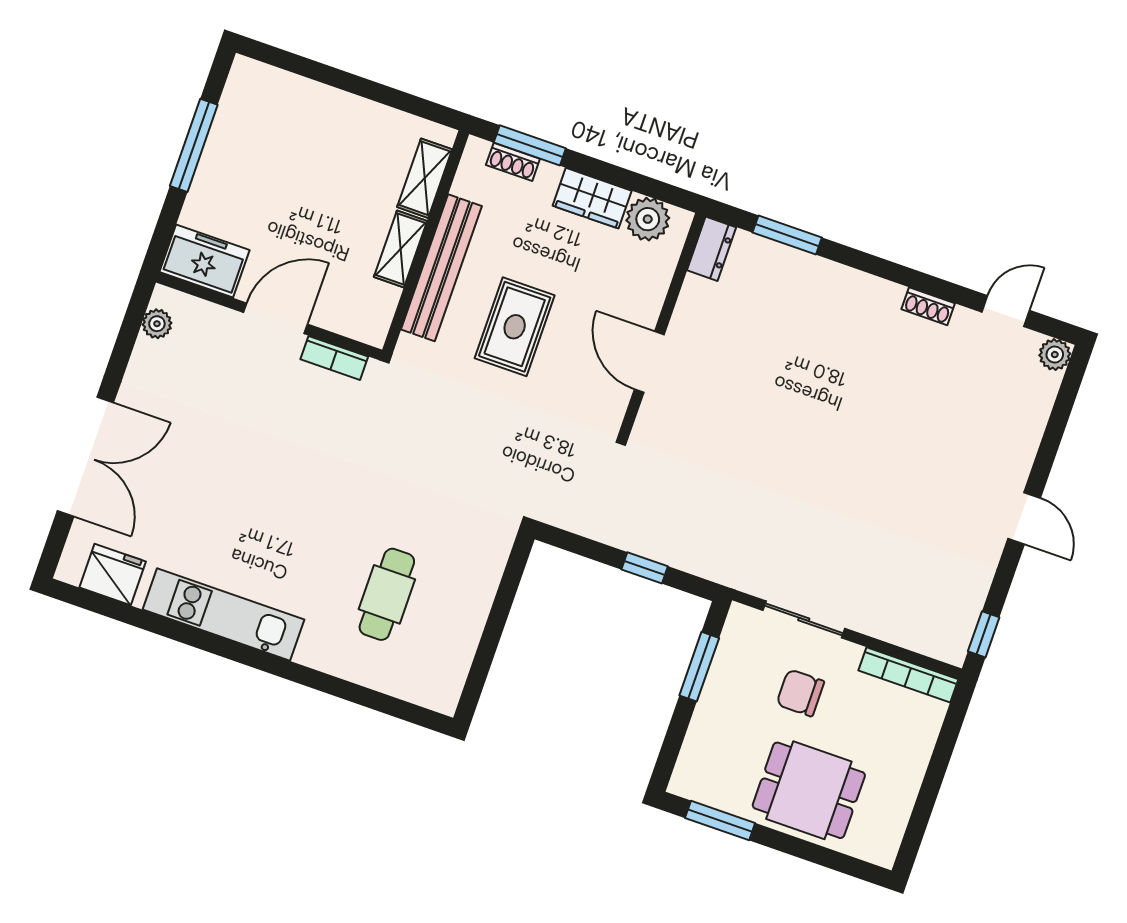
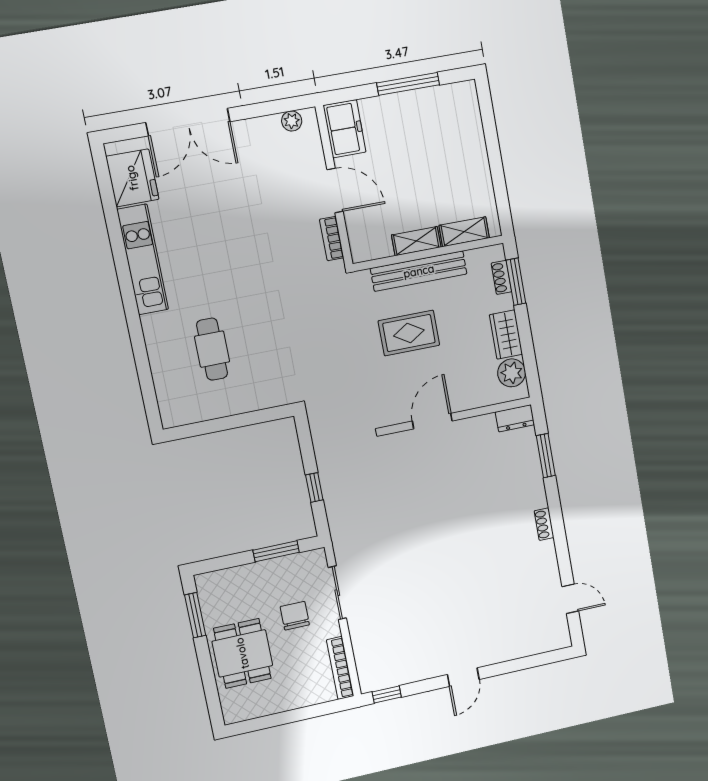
shoe rack: (928, 306) -> (544, 524), moved
plant: (1055, 355) -> (561, 639), removed
fridge: (113, 575) -> (132, 178), width x1.36, depth x1.34
cafe table: (387, 594) -> (212, 349), turned 90

